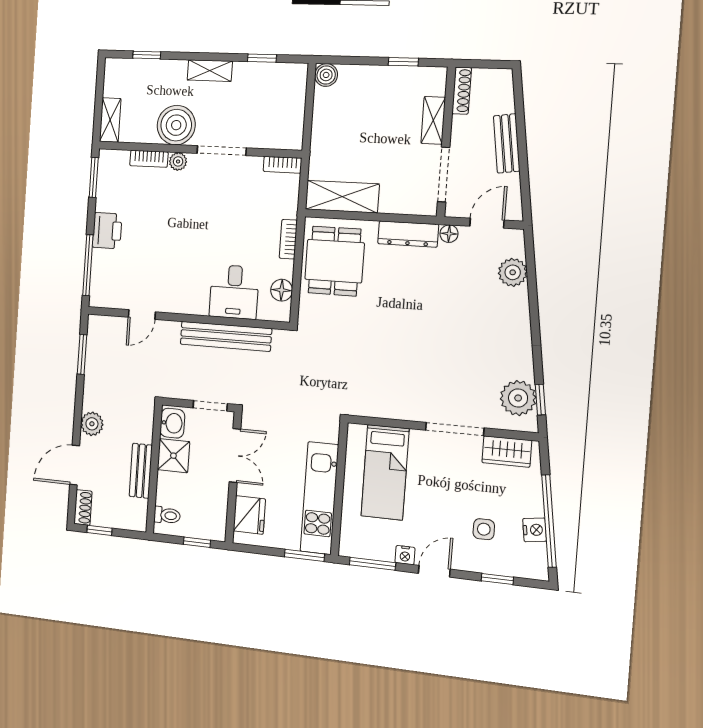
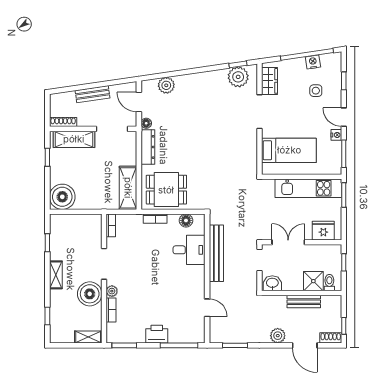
boiler: (326, 75) -> (62, 197), width x1.86, depth x1.86
shelving: (433, 120) -> (74, 139), width x1.50, depth x1.33
shower: (173, 456) -> (313, 281), moved

